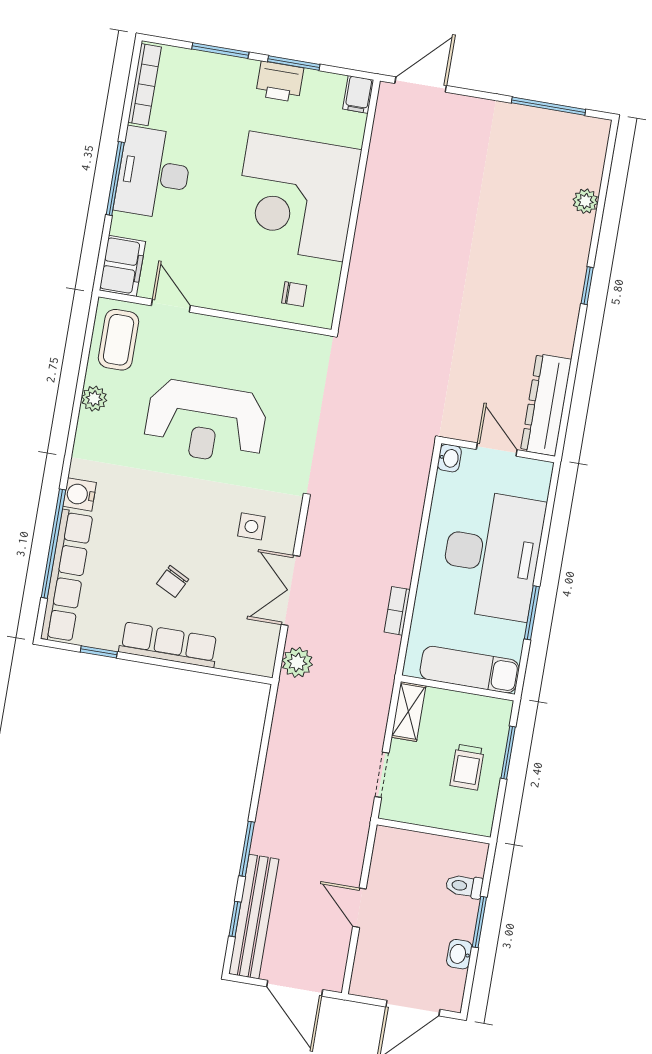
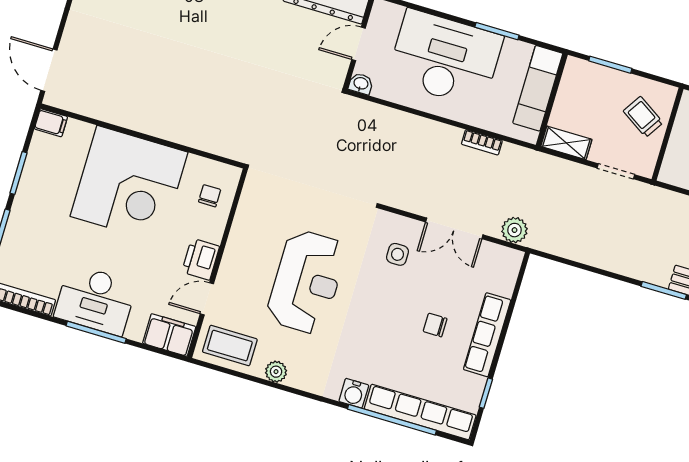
printer: (280, 82) -> (201, 259), moved, turned 180
chair: (173, 581) -> (435, 325), turned 153
trolley: (467, 767) -> (643, 117), moved, turned -147

